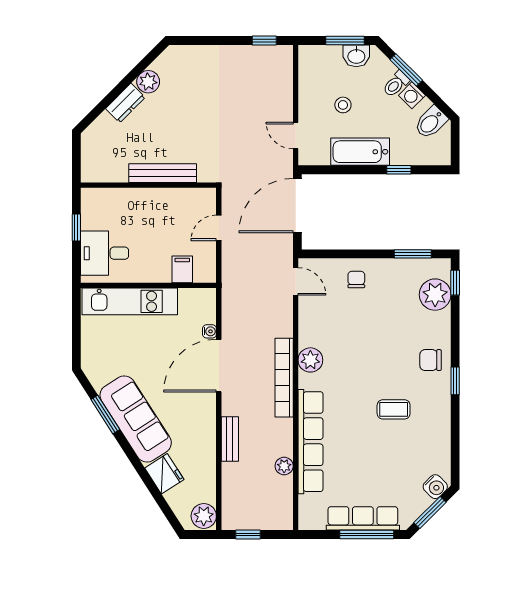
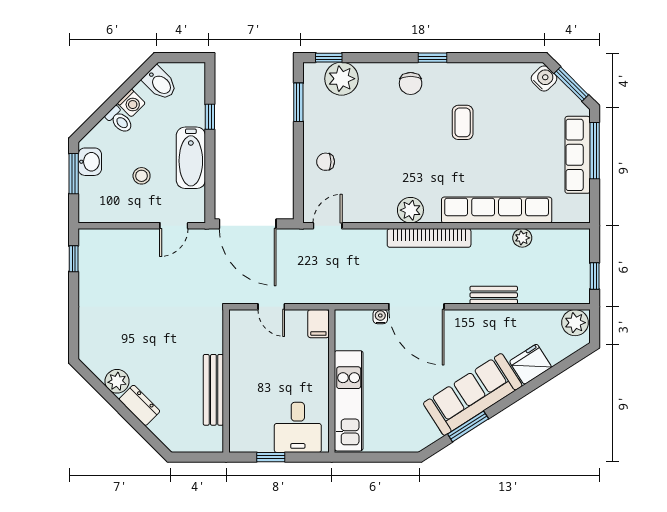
window: (406, 70) -> (105, 109), removed
bench: (163, 173) -> (213, 390), moved
filing cabinet: (182, 269) -> (318, 324), moved, turned -90

